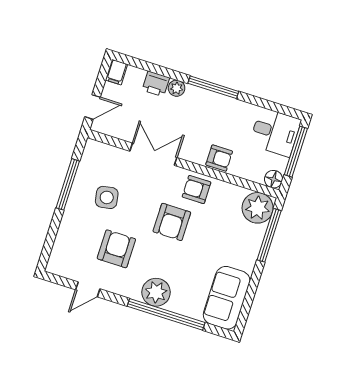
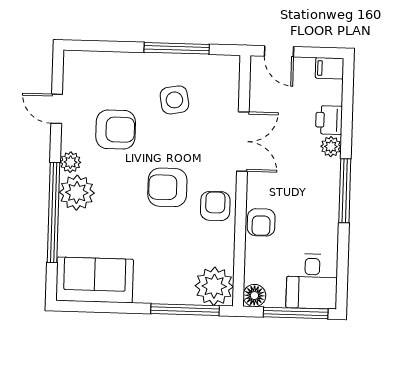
plant: (131, 290) -> (70, 162), added

